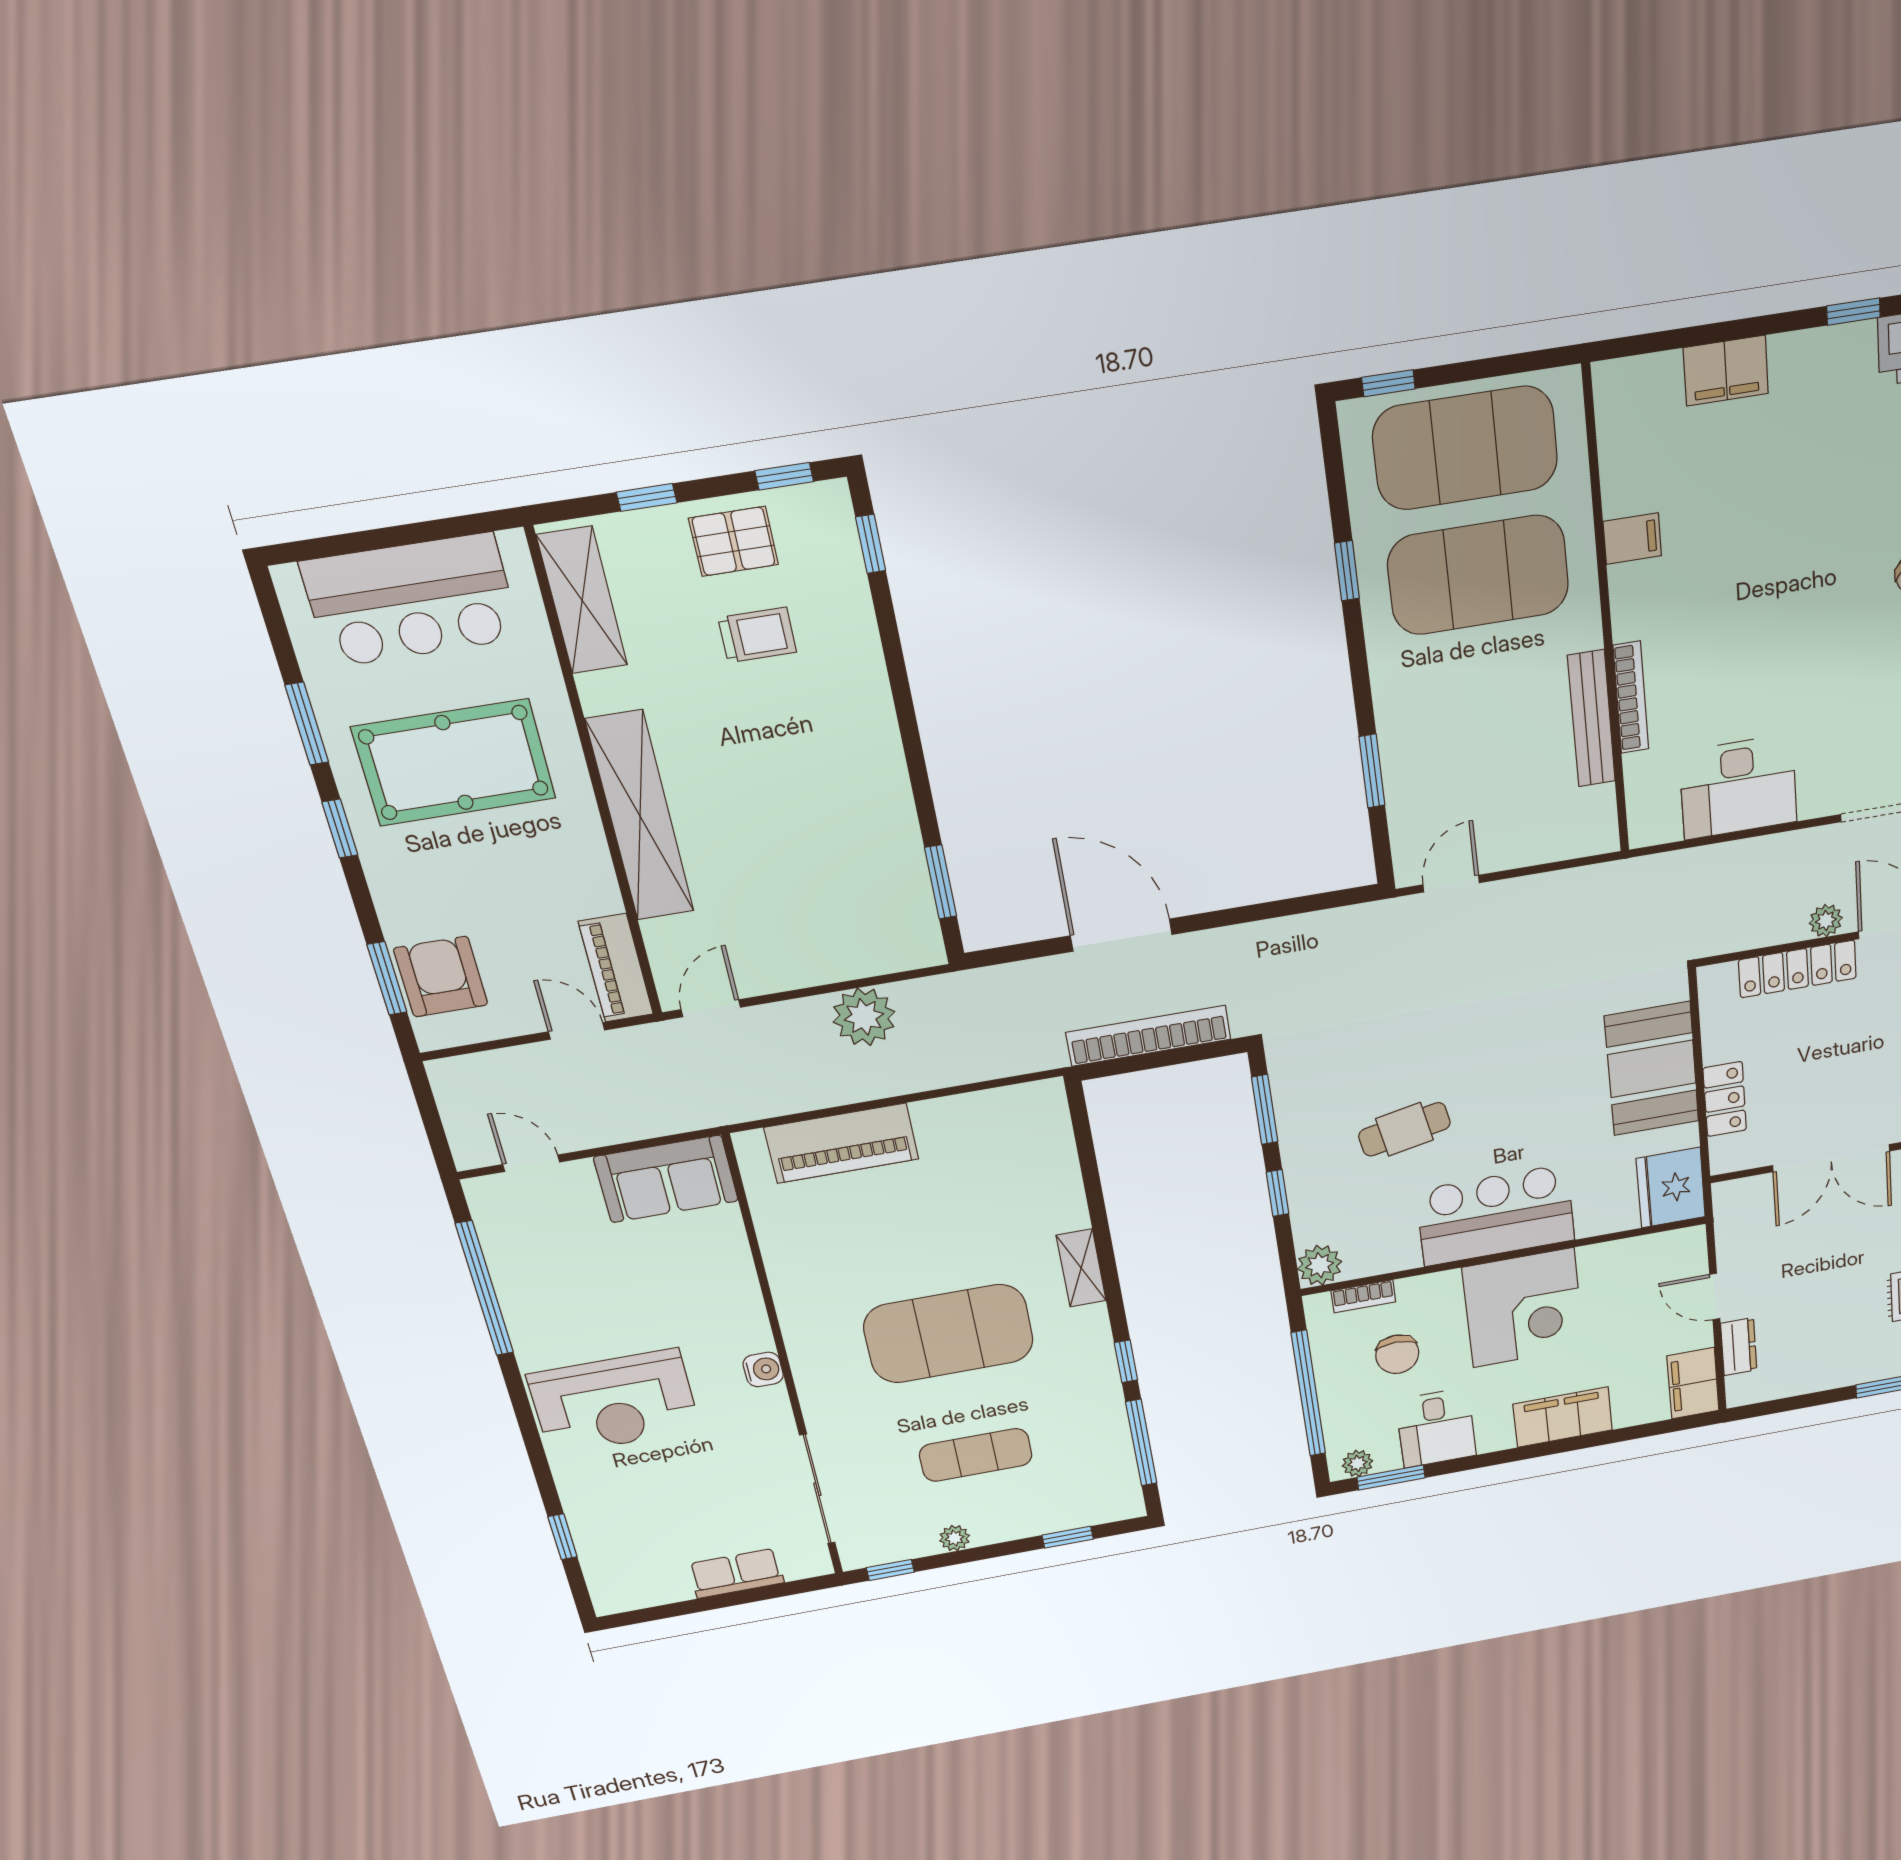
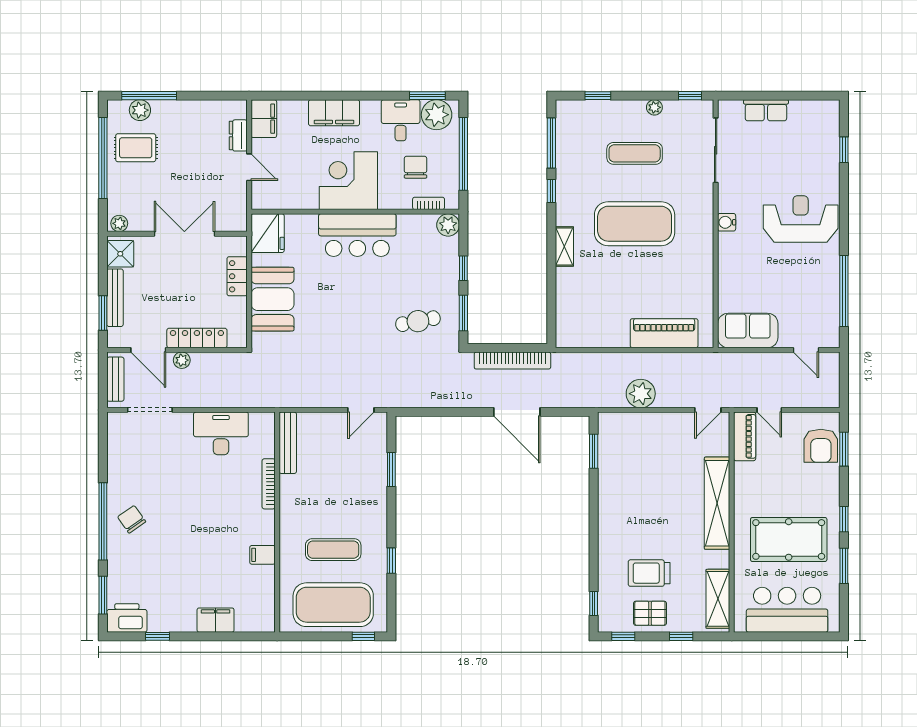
exercise mat: (1478, 575) -> (333, 550), width x0.50, depth x0.69
trolley: (757, 635) -> (649, 573), width x1.36, depth x1.39
bench: (1591, 719) -> (288, 443), moved
cafe table: (1404, 1129) -> (418, 321), moved
plant: (1358, 1463) -> (437, 115), width x1.87, depth x1.87

